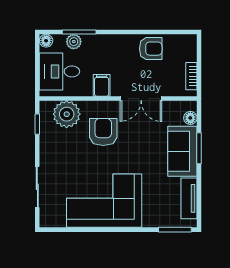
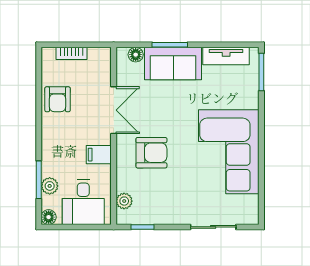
armchair: (151, 49) -> (58, 99), turned 180
bookcase: (191, 76) -> (71, 53), moved
plant: (67, 114) -> (124, 201), width x0.53, depth x0.53
armchair: (103, 132) -> (151, 153), turned 180

